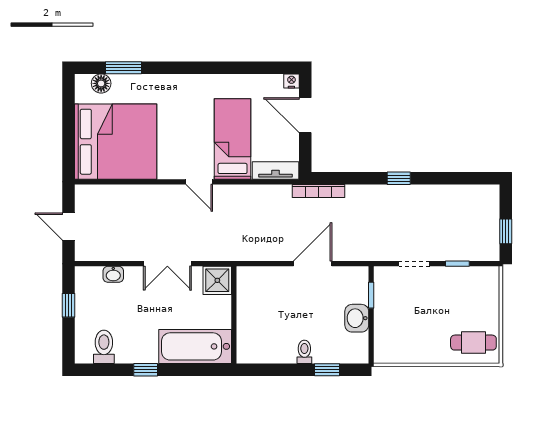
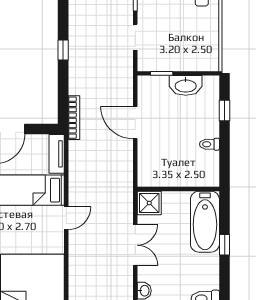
washbasin: (357, 318) -> (186, 85), width x1.38
toilet: (304, 352) -> (209, 144), moved
window: (146, 370) -> (225, 245), moved

